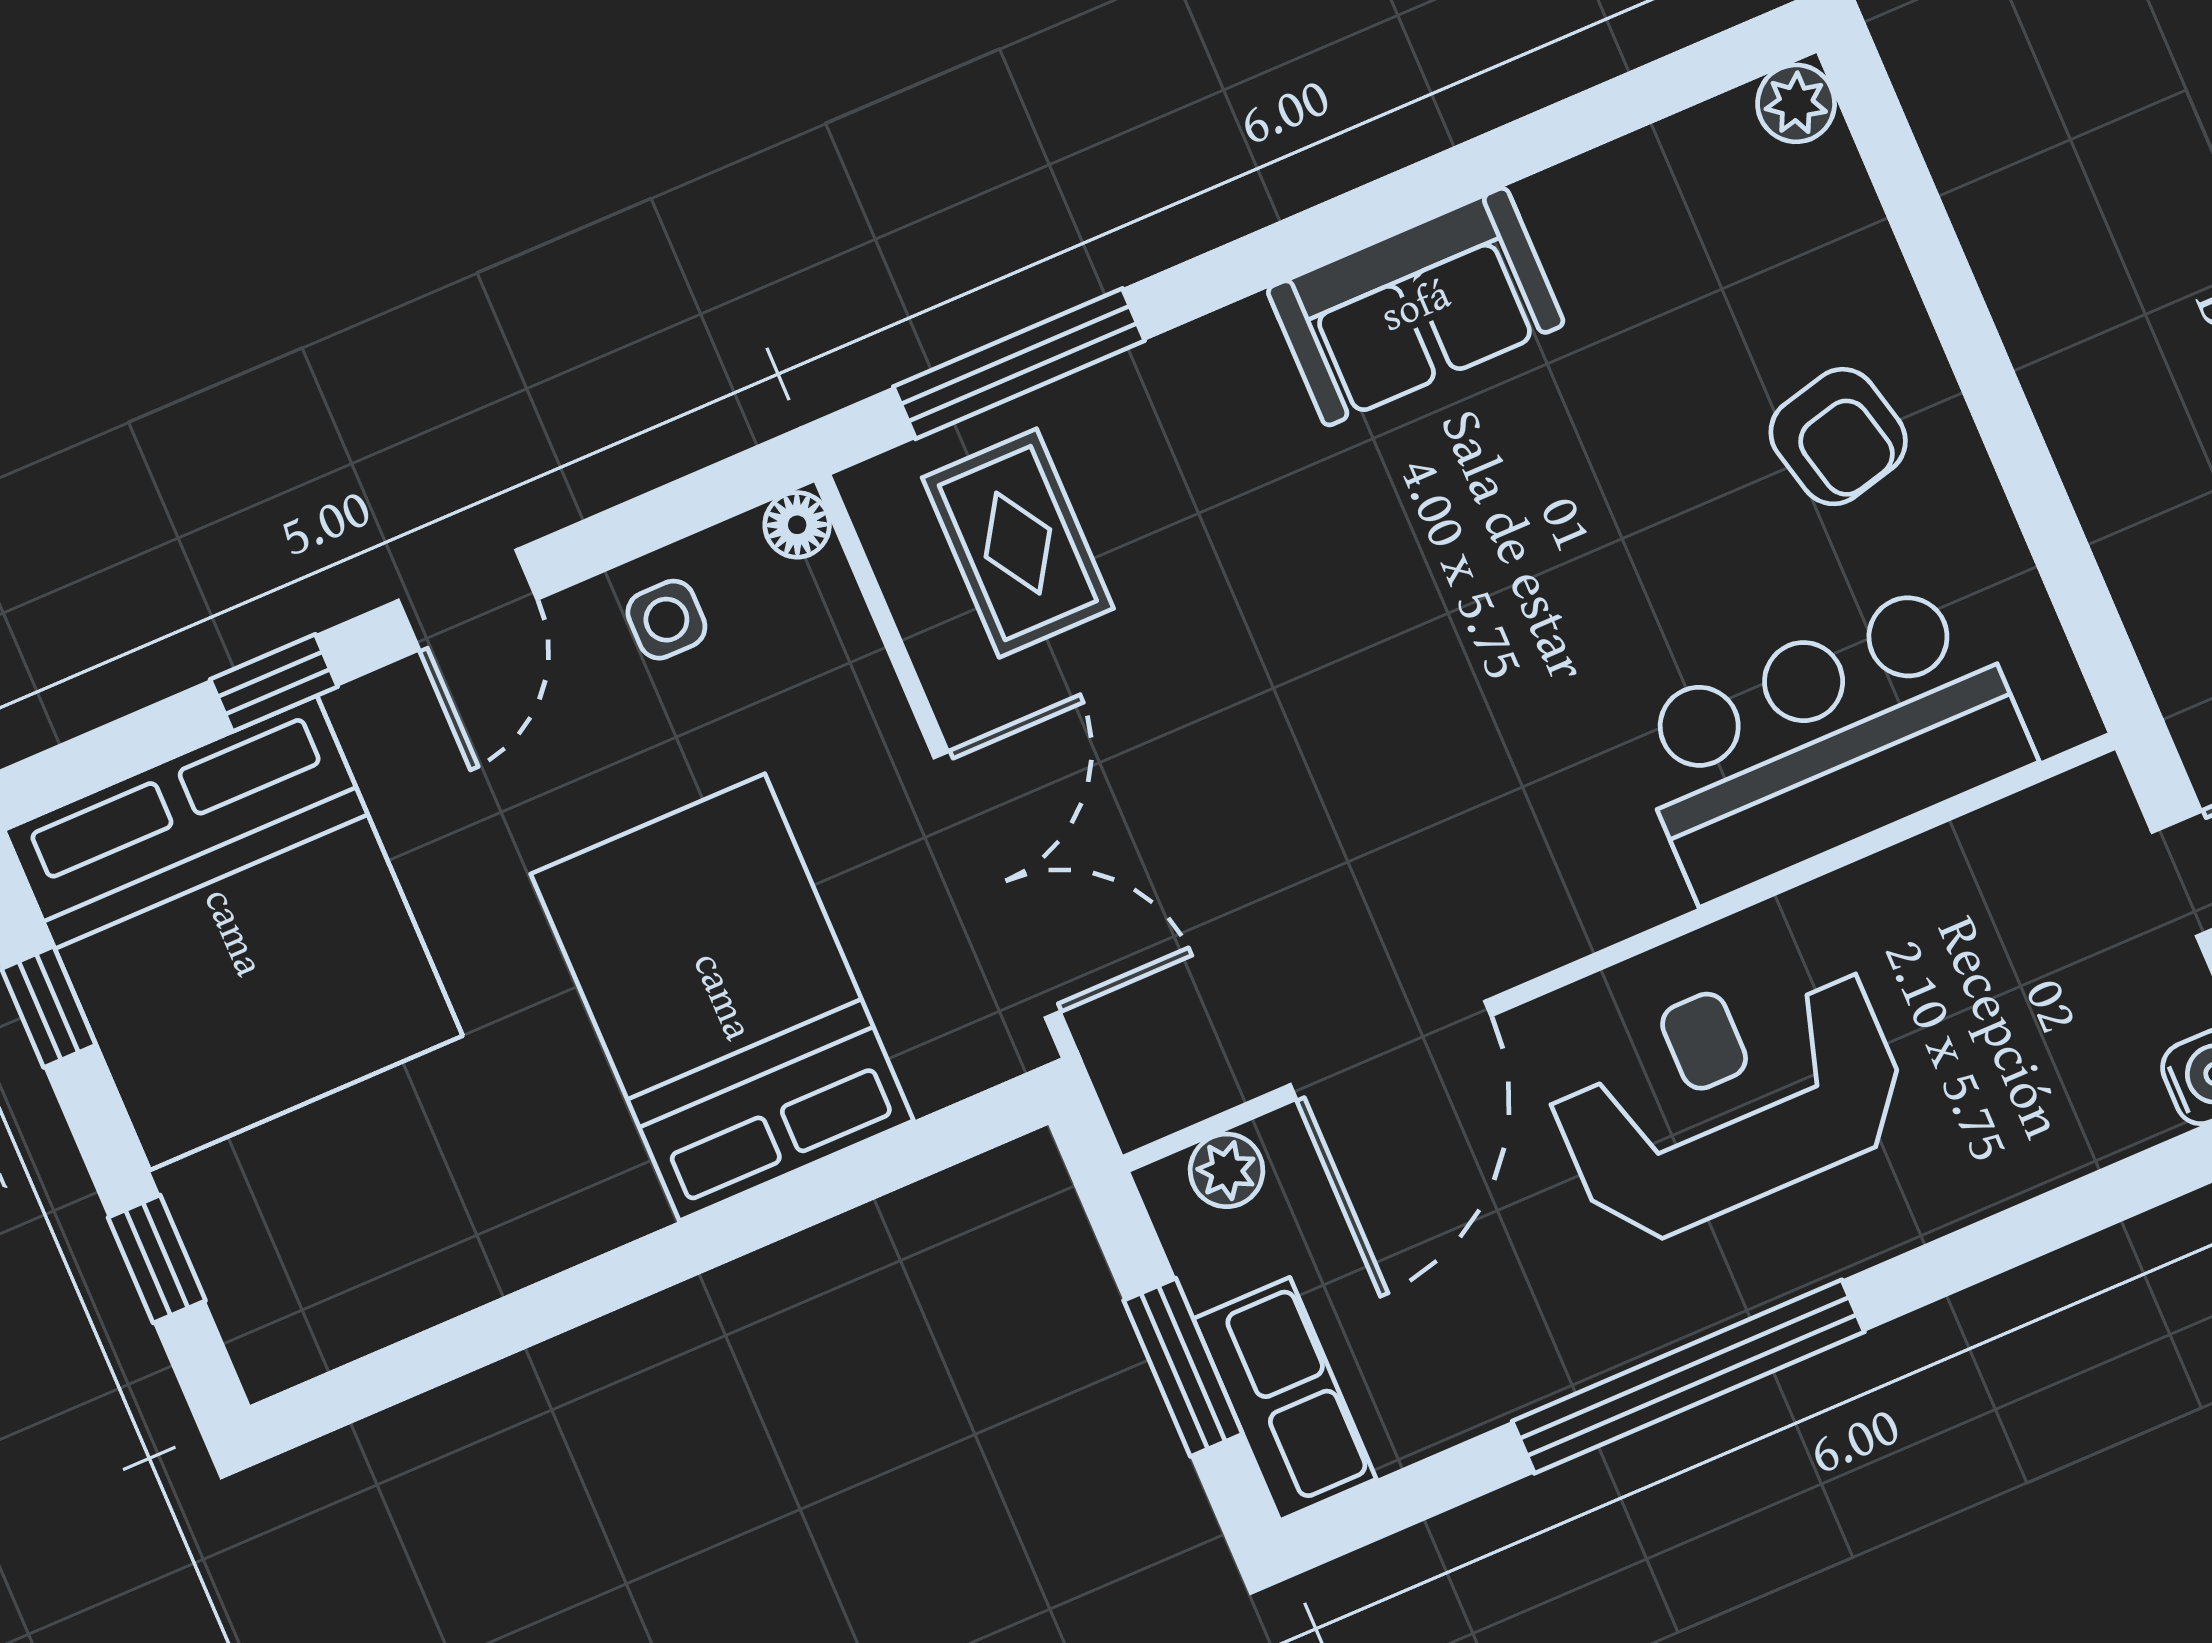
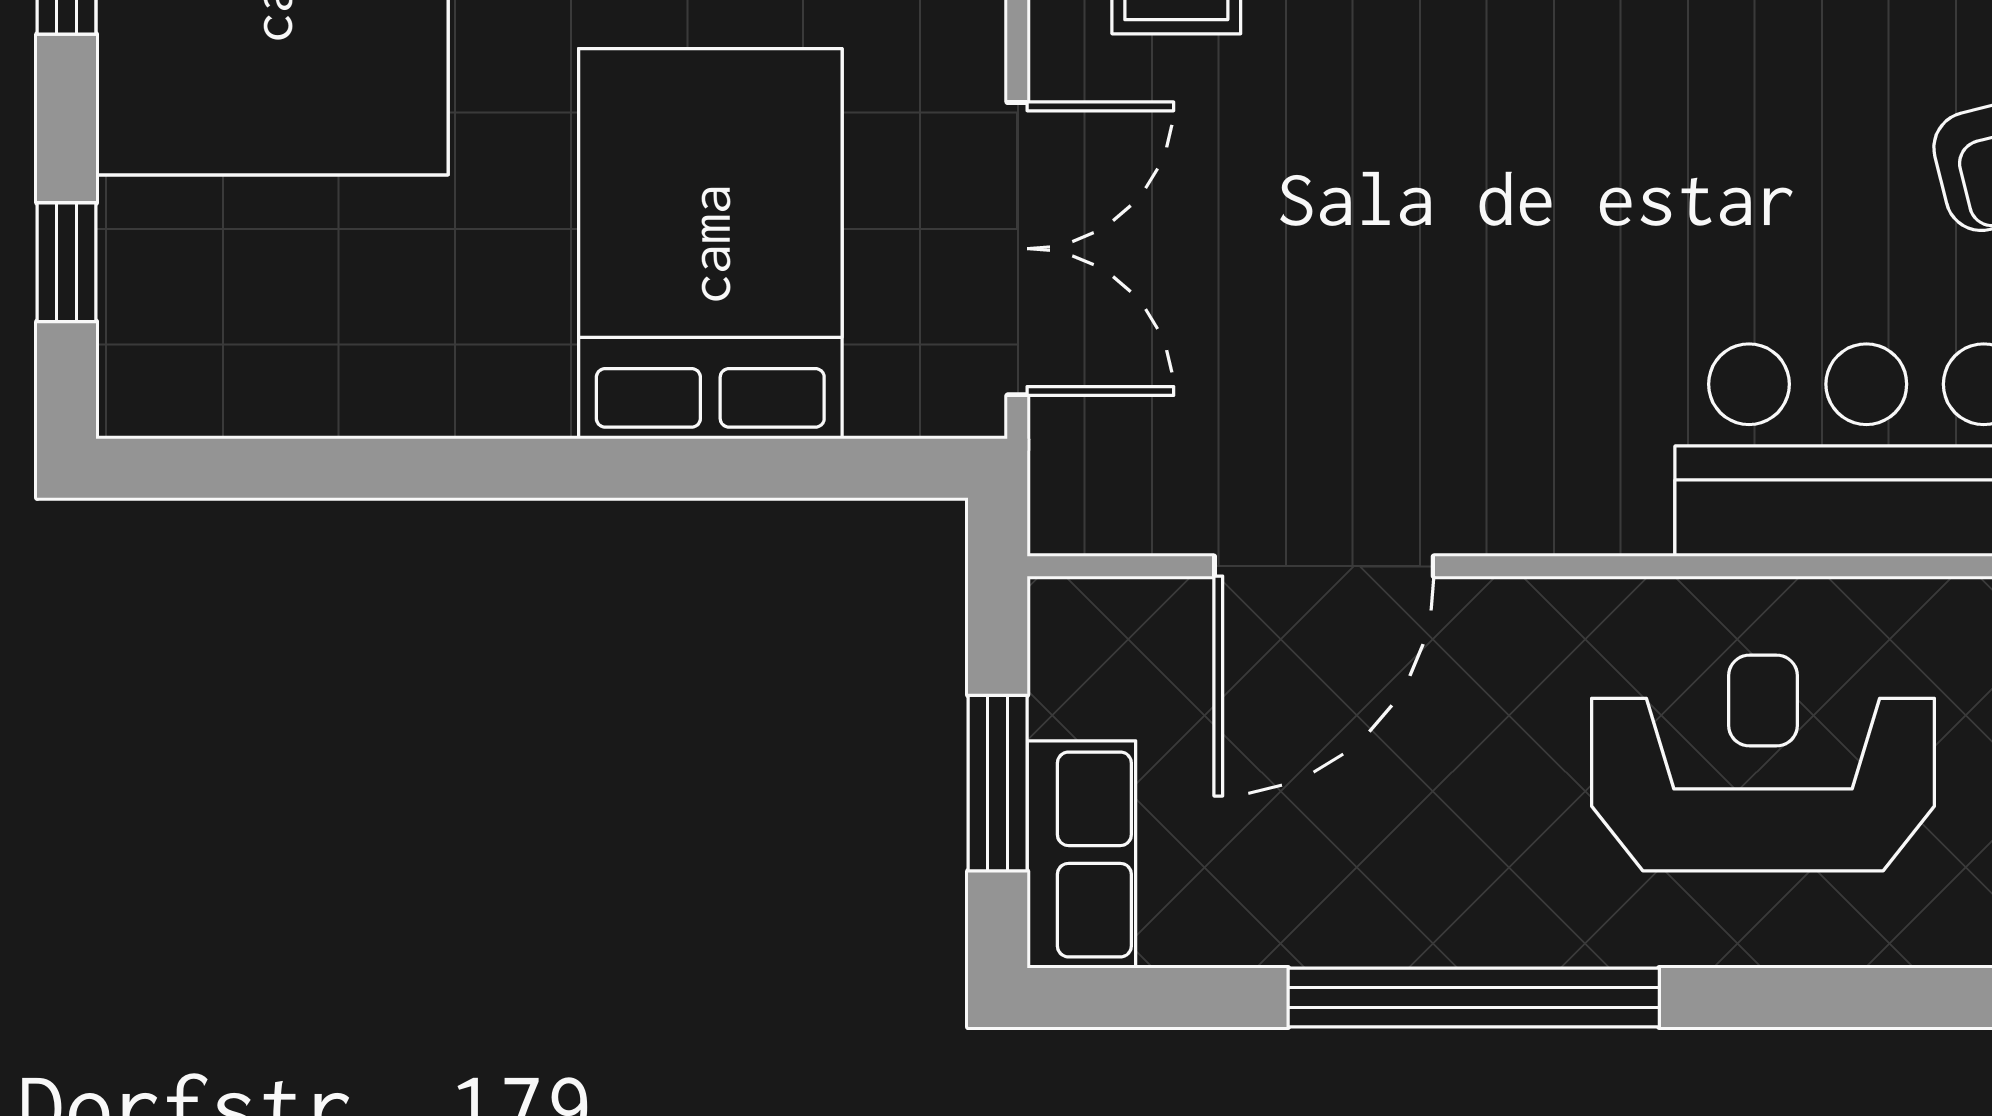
reception desk: (1728, 1097) -> (1763, 763), moved
plant: (1227, 1170) -> (1119, 614), removed

